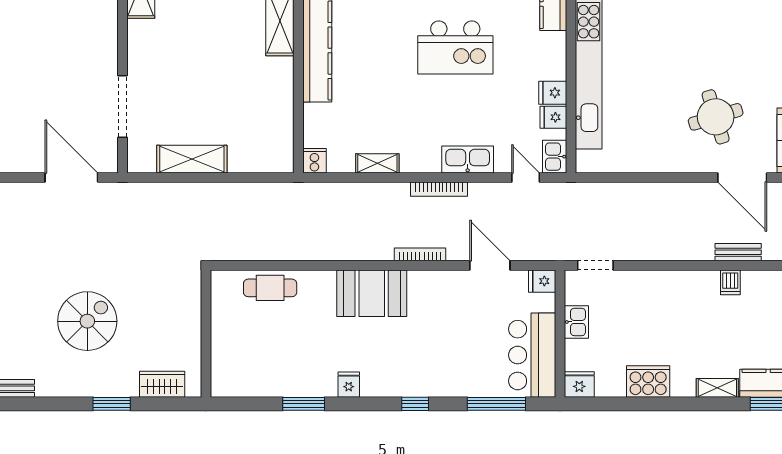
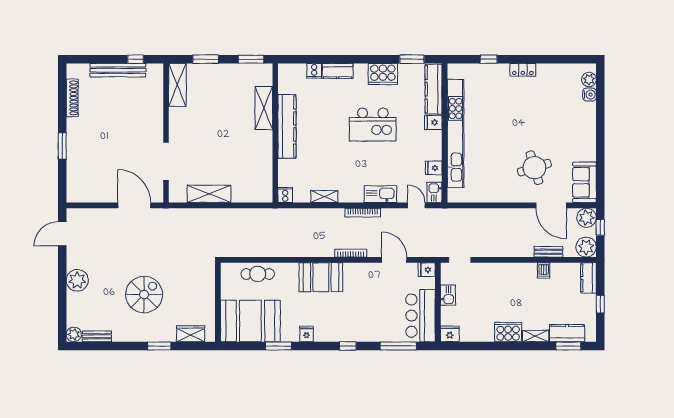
fridge: (553, 93) -> (433, 122), moved
booth: (258, 364) -> (250, 321), added
cooker: (648, 381) -> (508, 332), moved

